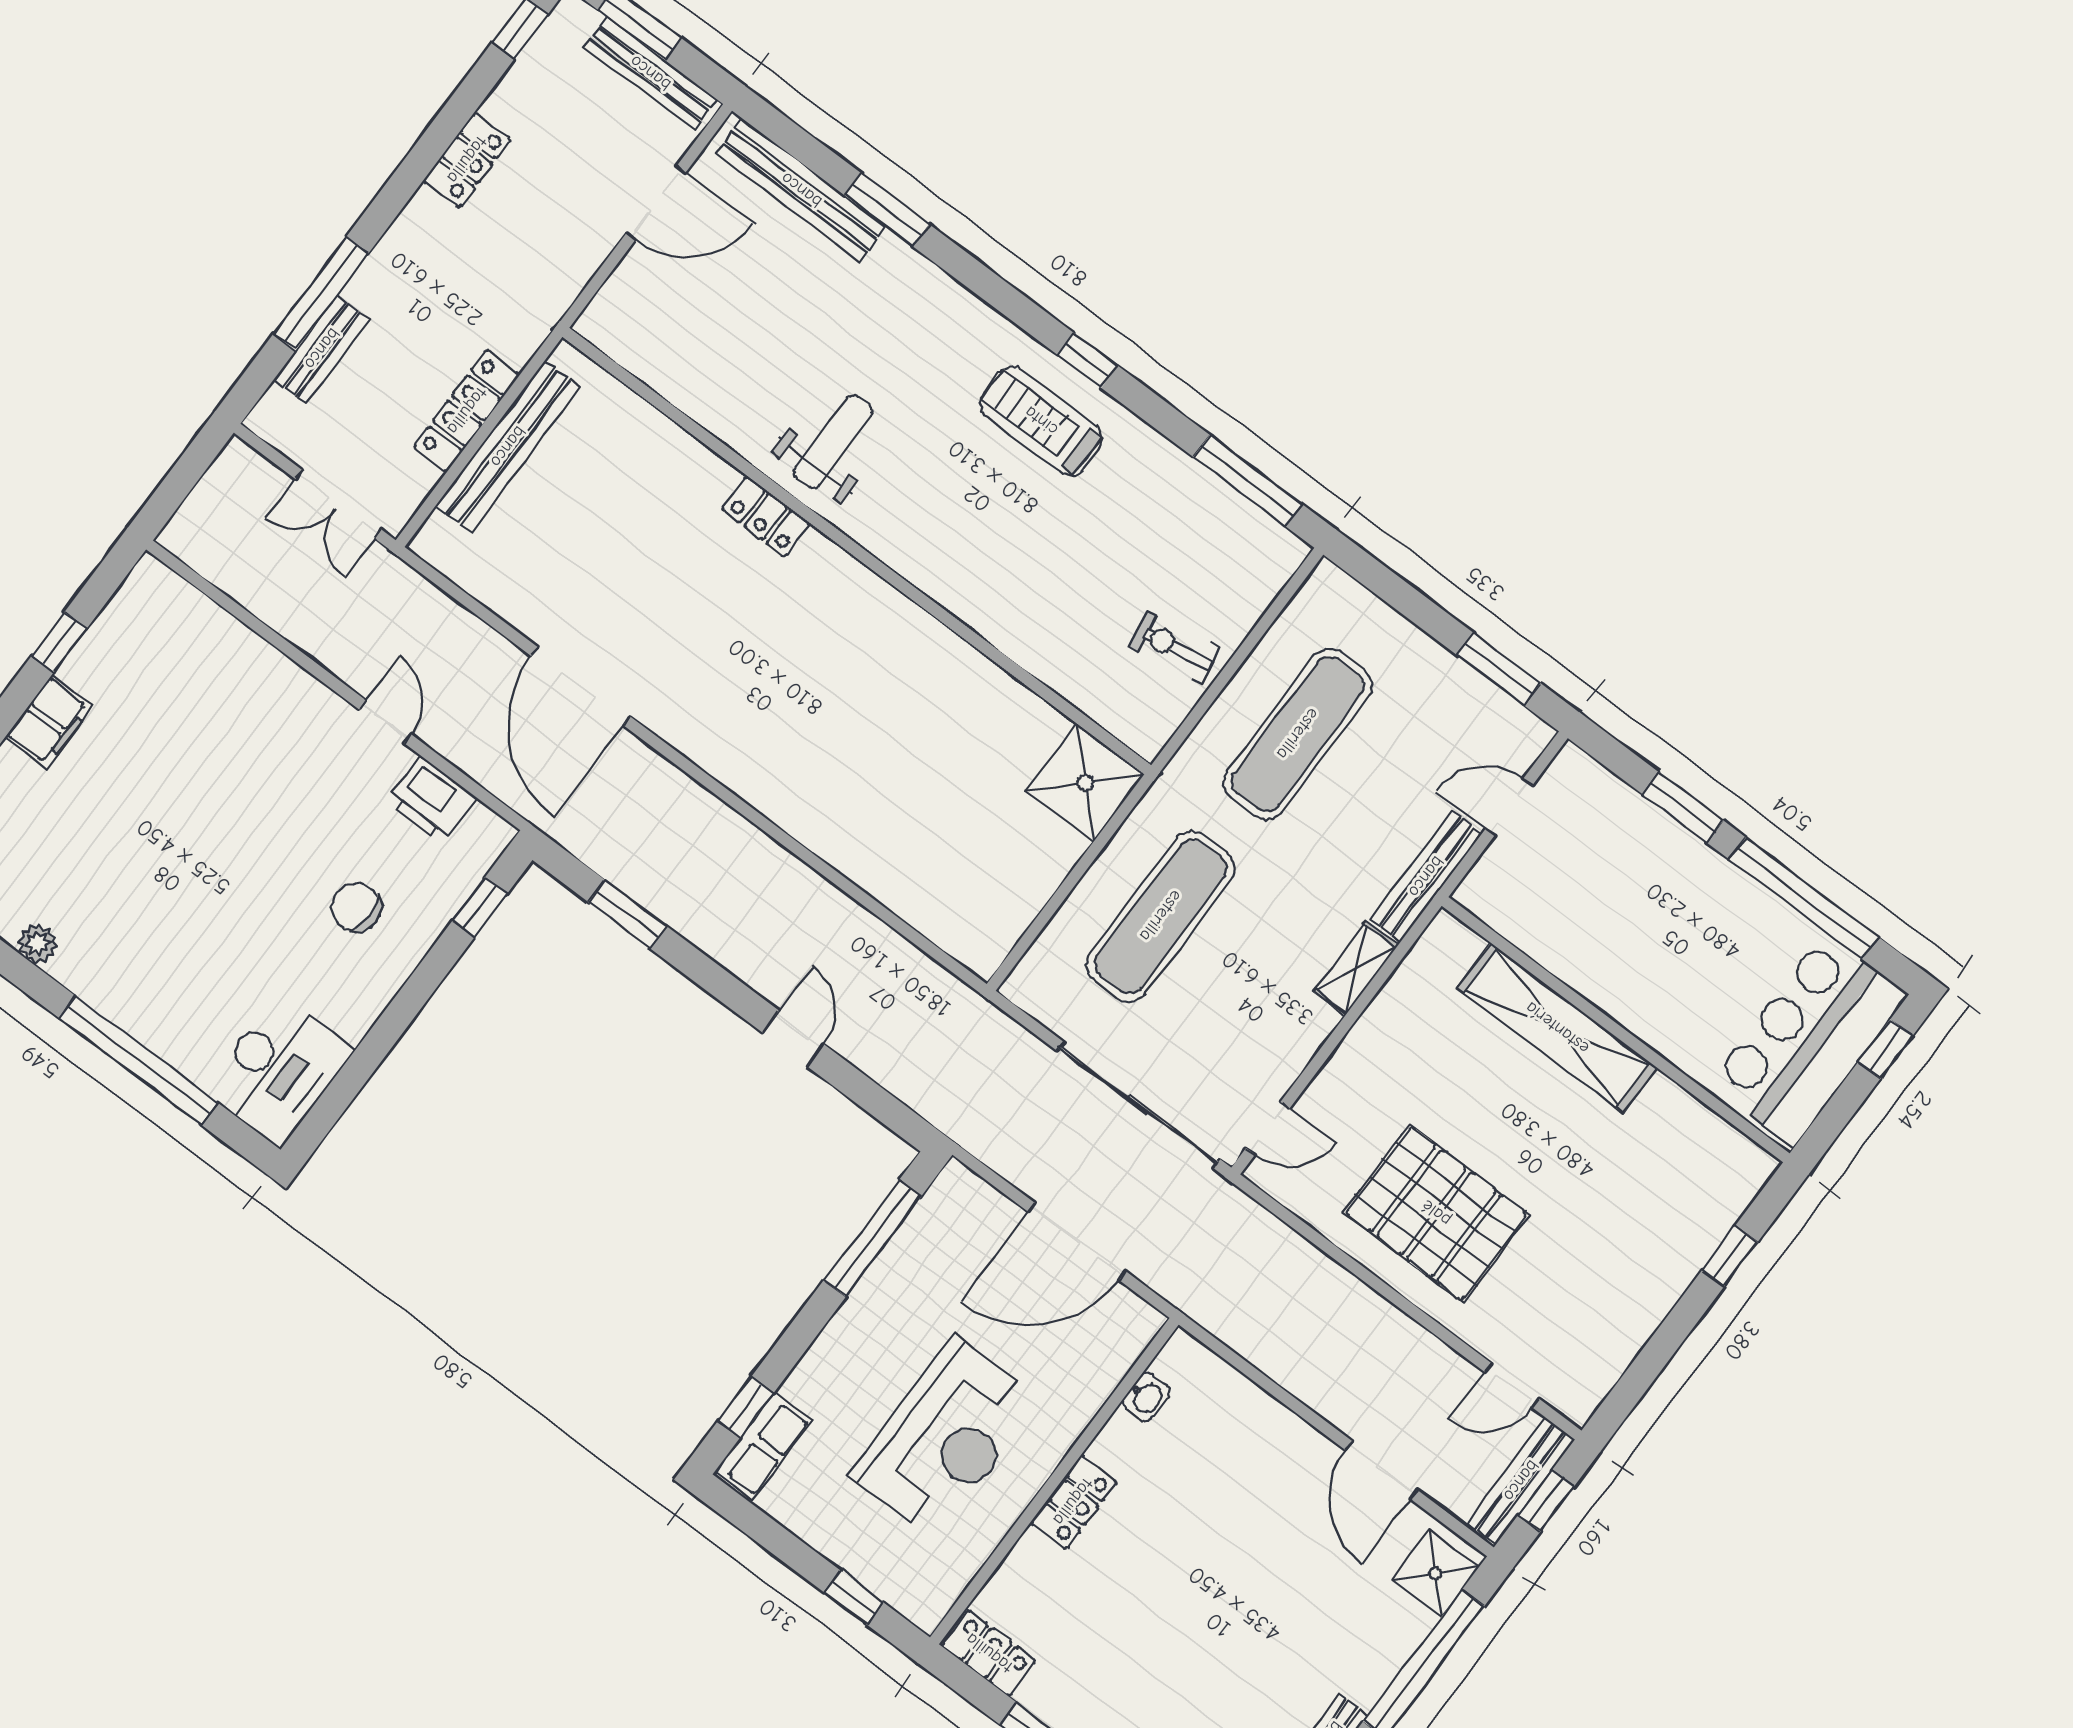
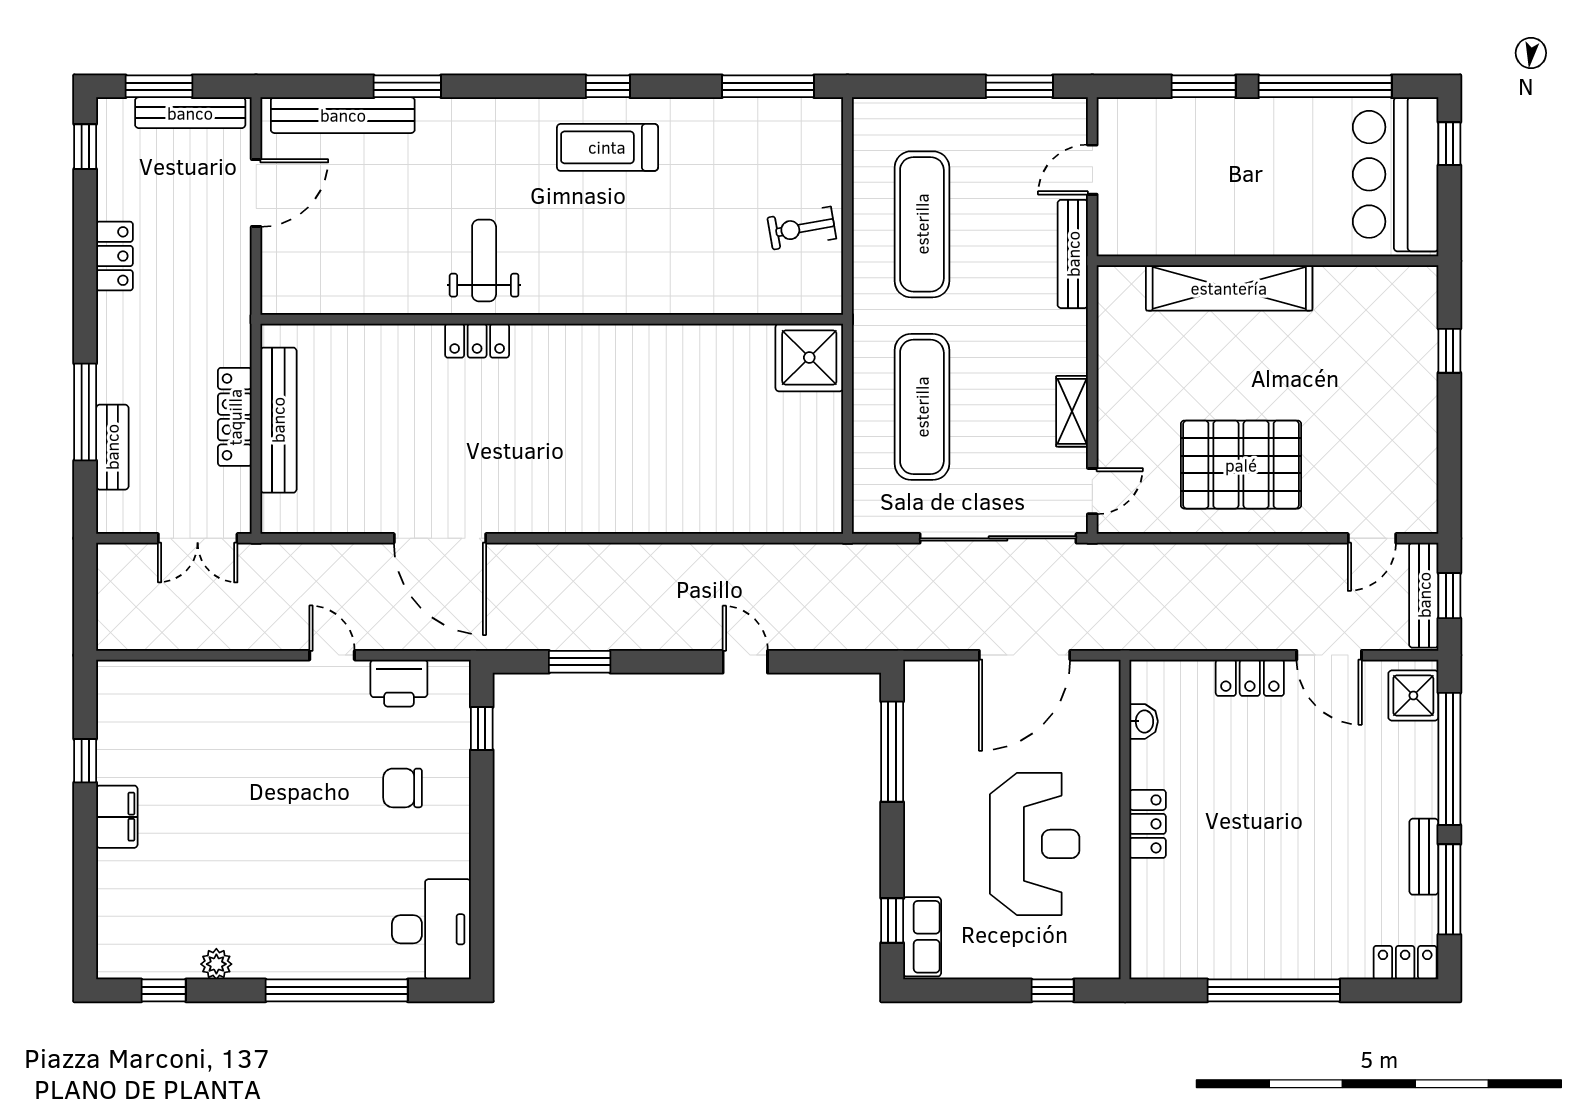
shelving: (1356, 968) -> (1072, 411), moved
locker: (989, 1653) -> (1250, 678), moved, turned 180

